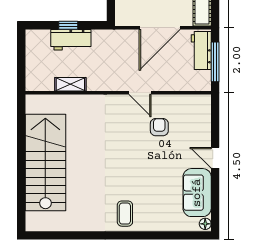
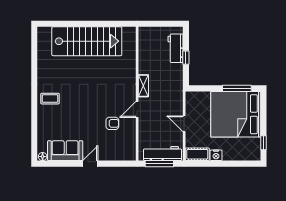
door: (160, 28) -> (184, 124), width x0.53
workbench: (71, 40) -> (176, 48), moved
workbench: (201, 51) -> (162, 154), width x1.38
shelving: (70, 84) -> (143, 86), moved

